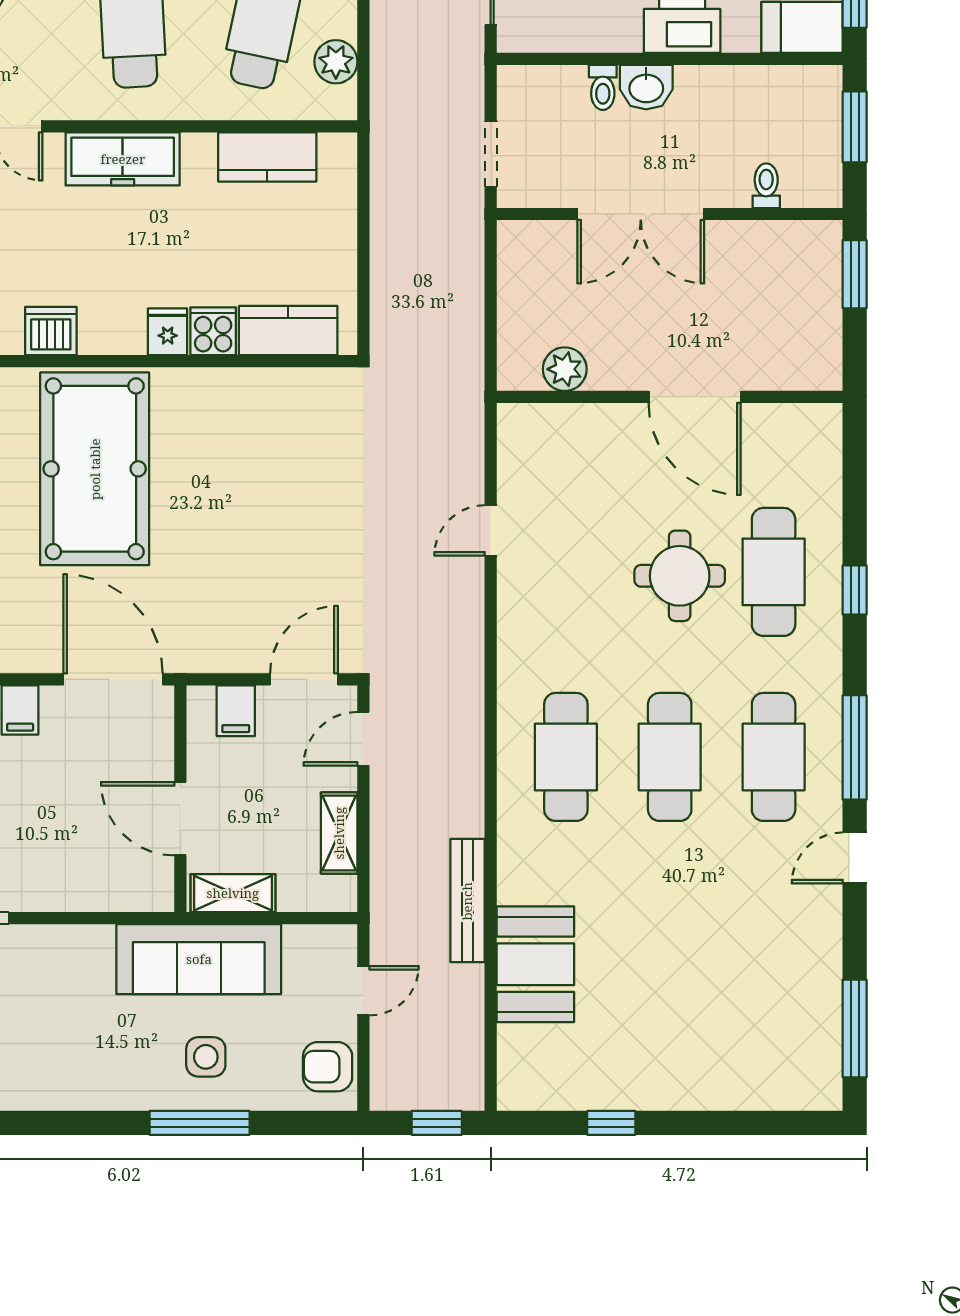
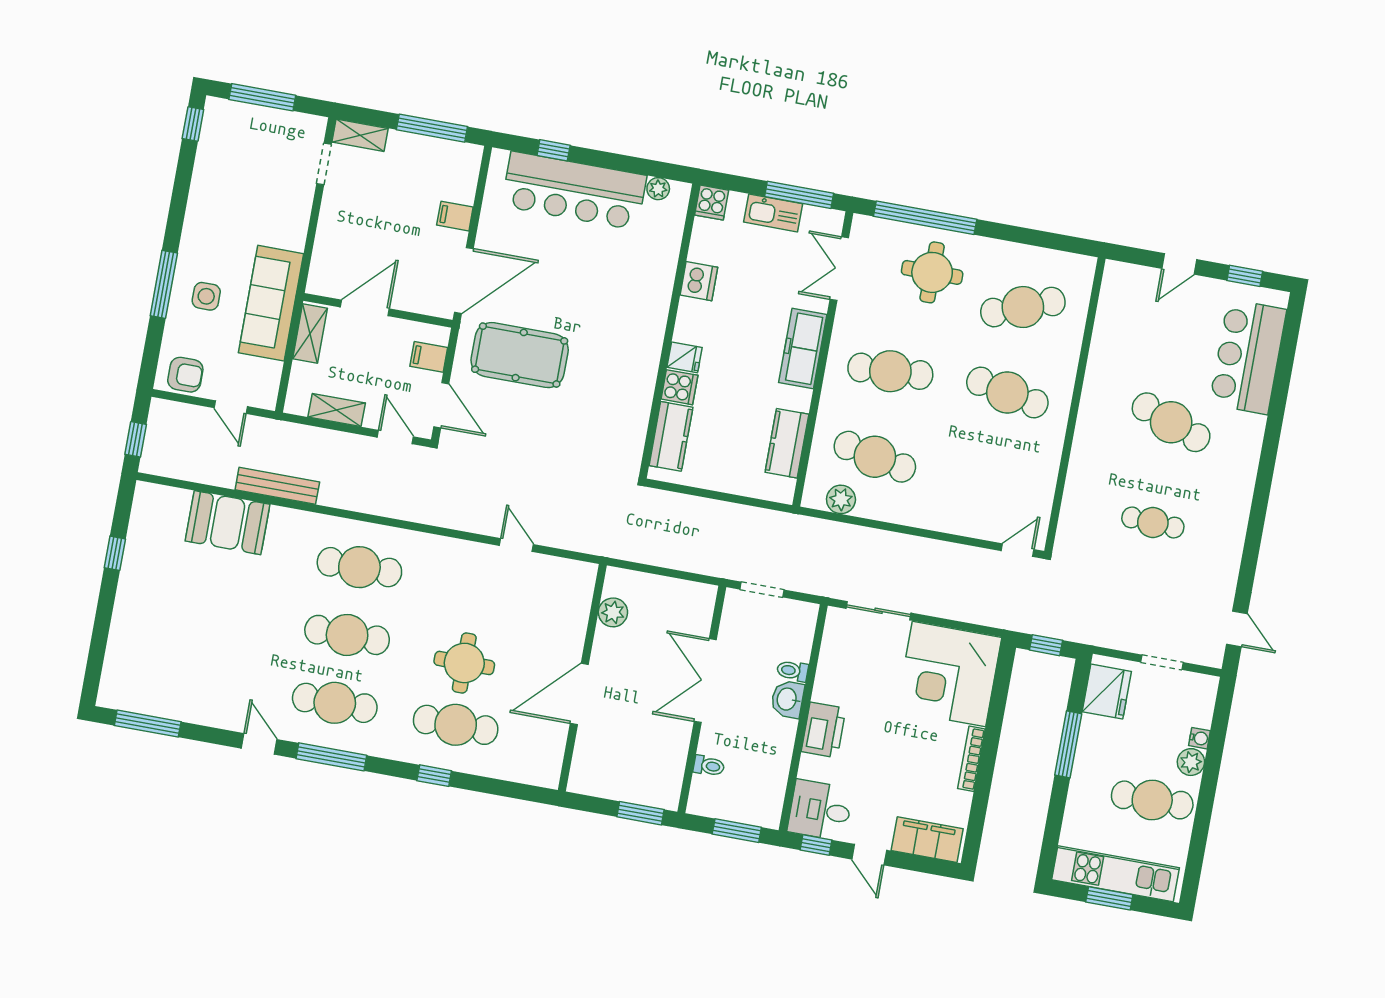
pool table: (95, 469) -> (520, 355), moved, width x0.73, depth x0.76
armchair: (328, 1067) -> (185, 375), turned 90

